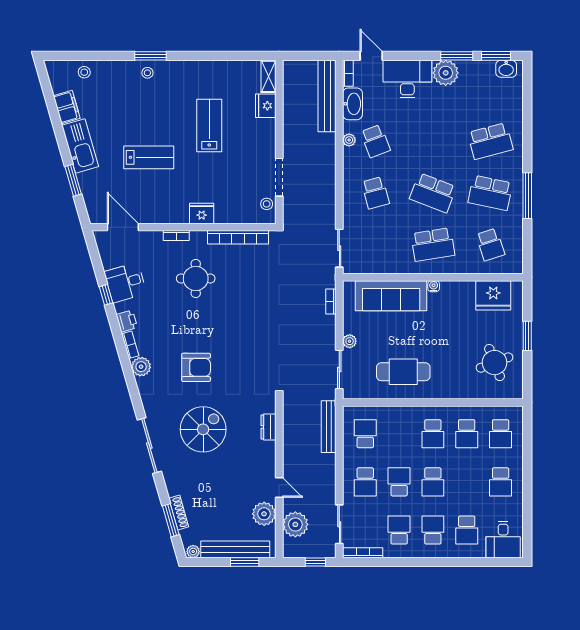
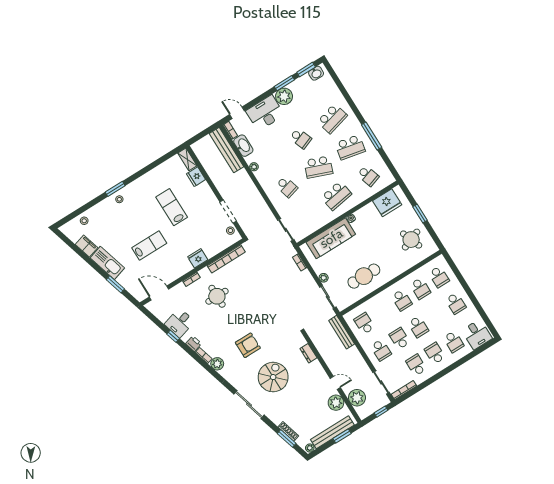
school desk: (375, 141) -> (301, 138), moved

